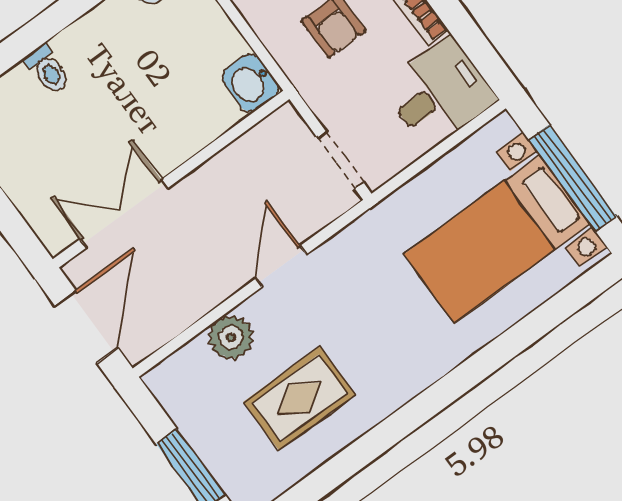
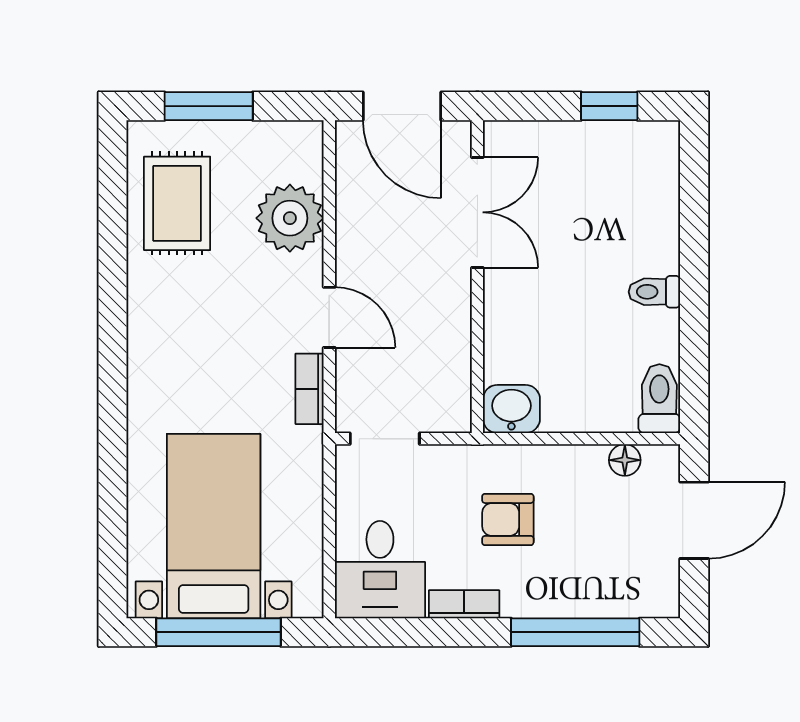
toilet: (47, 69) -> (654, 292), moved
bookcase: (344, 242) -> (310, 389), added
plant: (231, 337) -> (290, 218), width x1.36, depth x1.36
rug: (300, 398) -> (177, 203), moved

